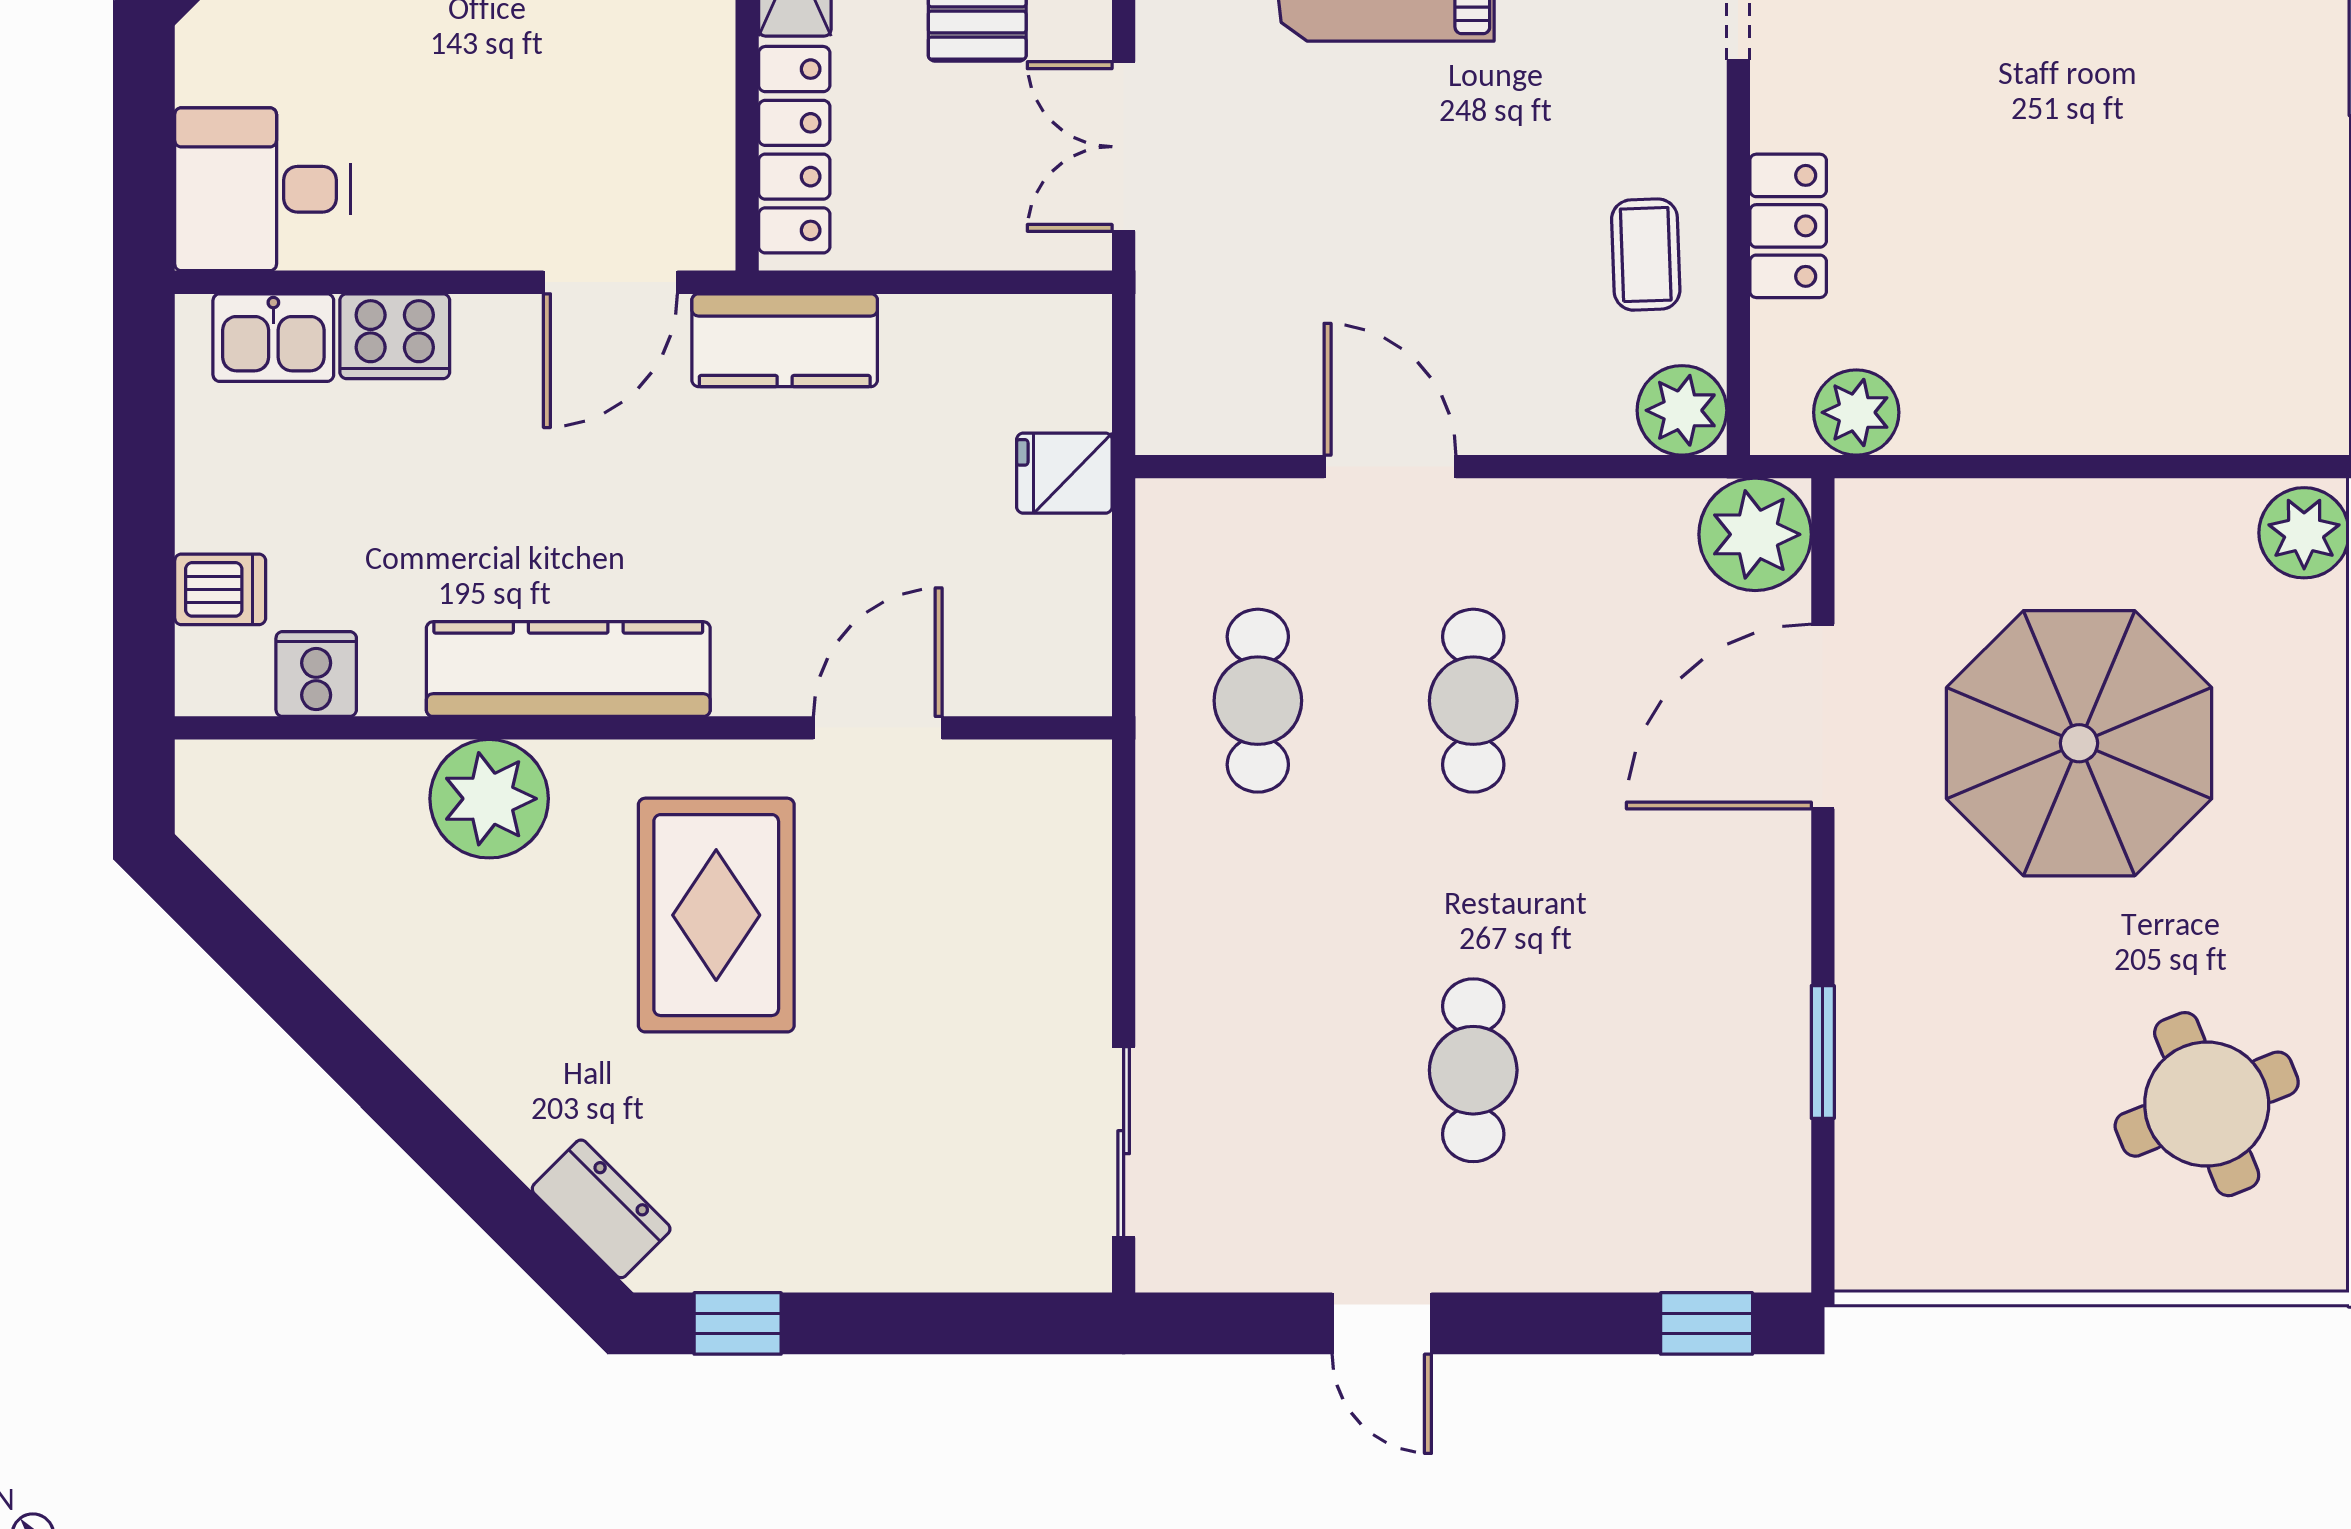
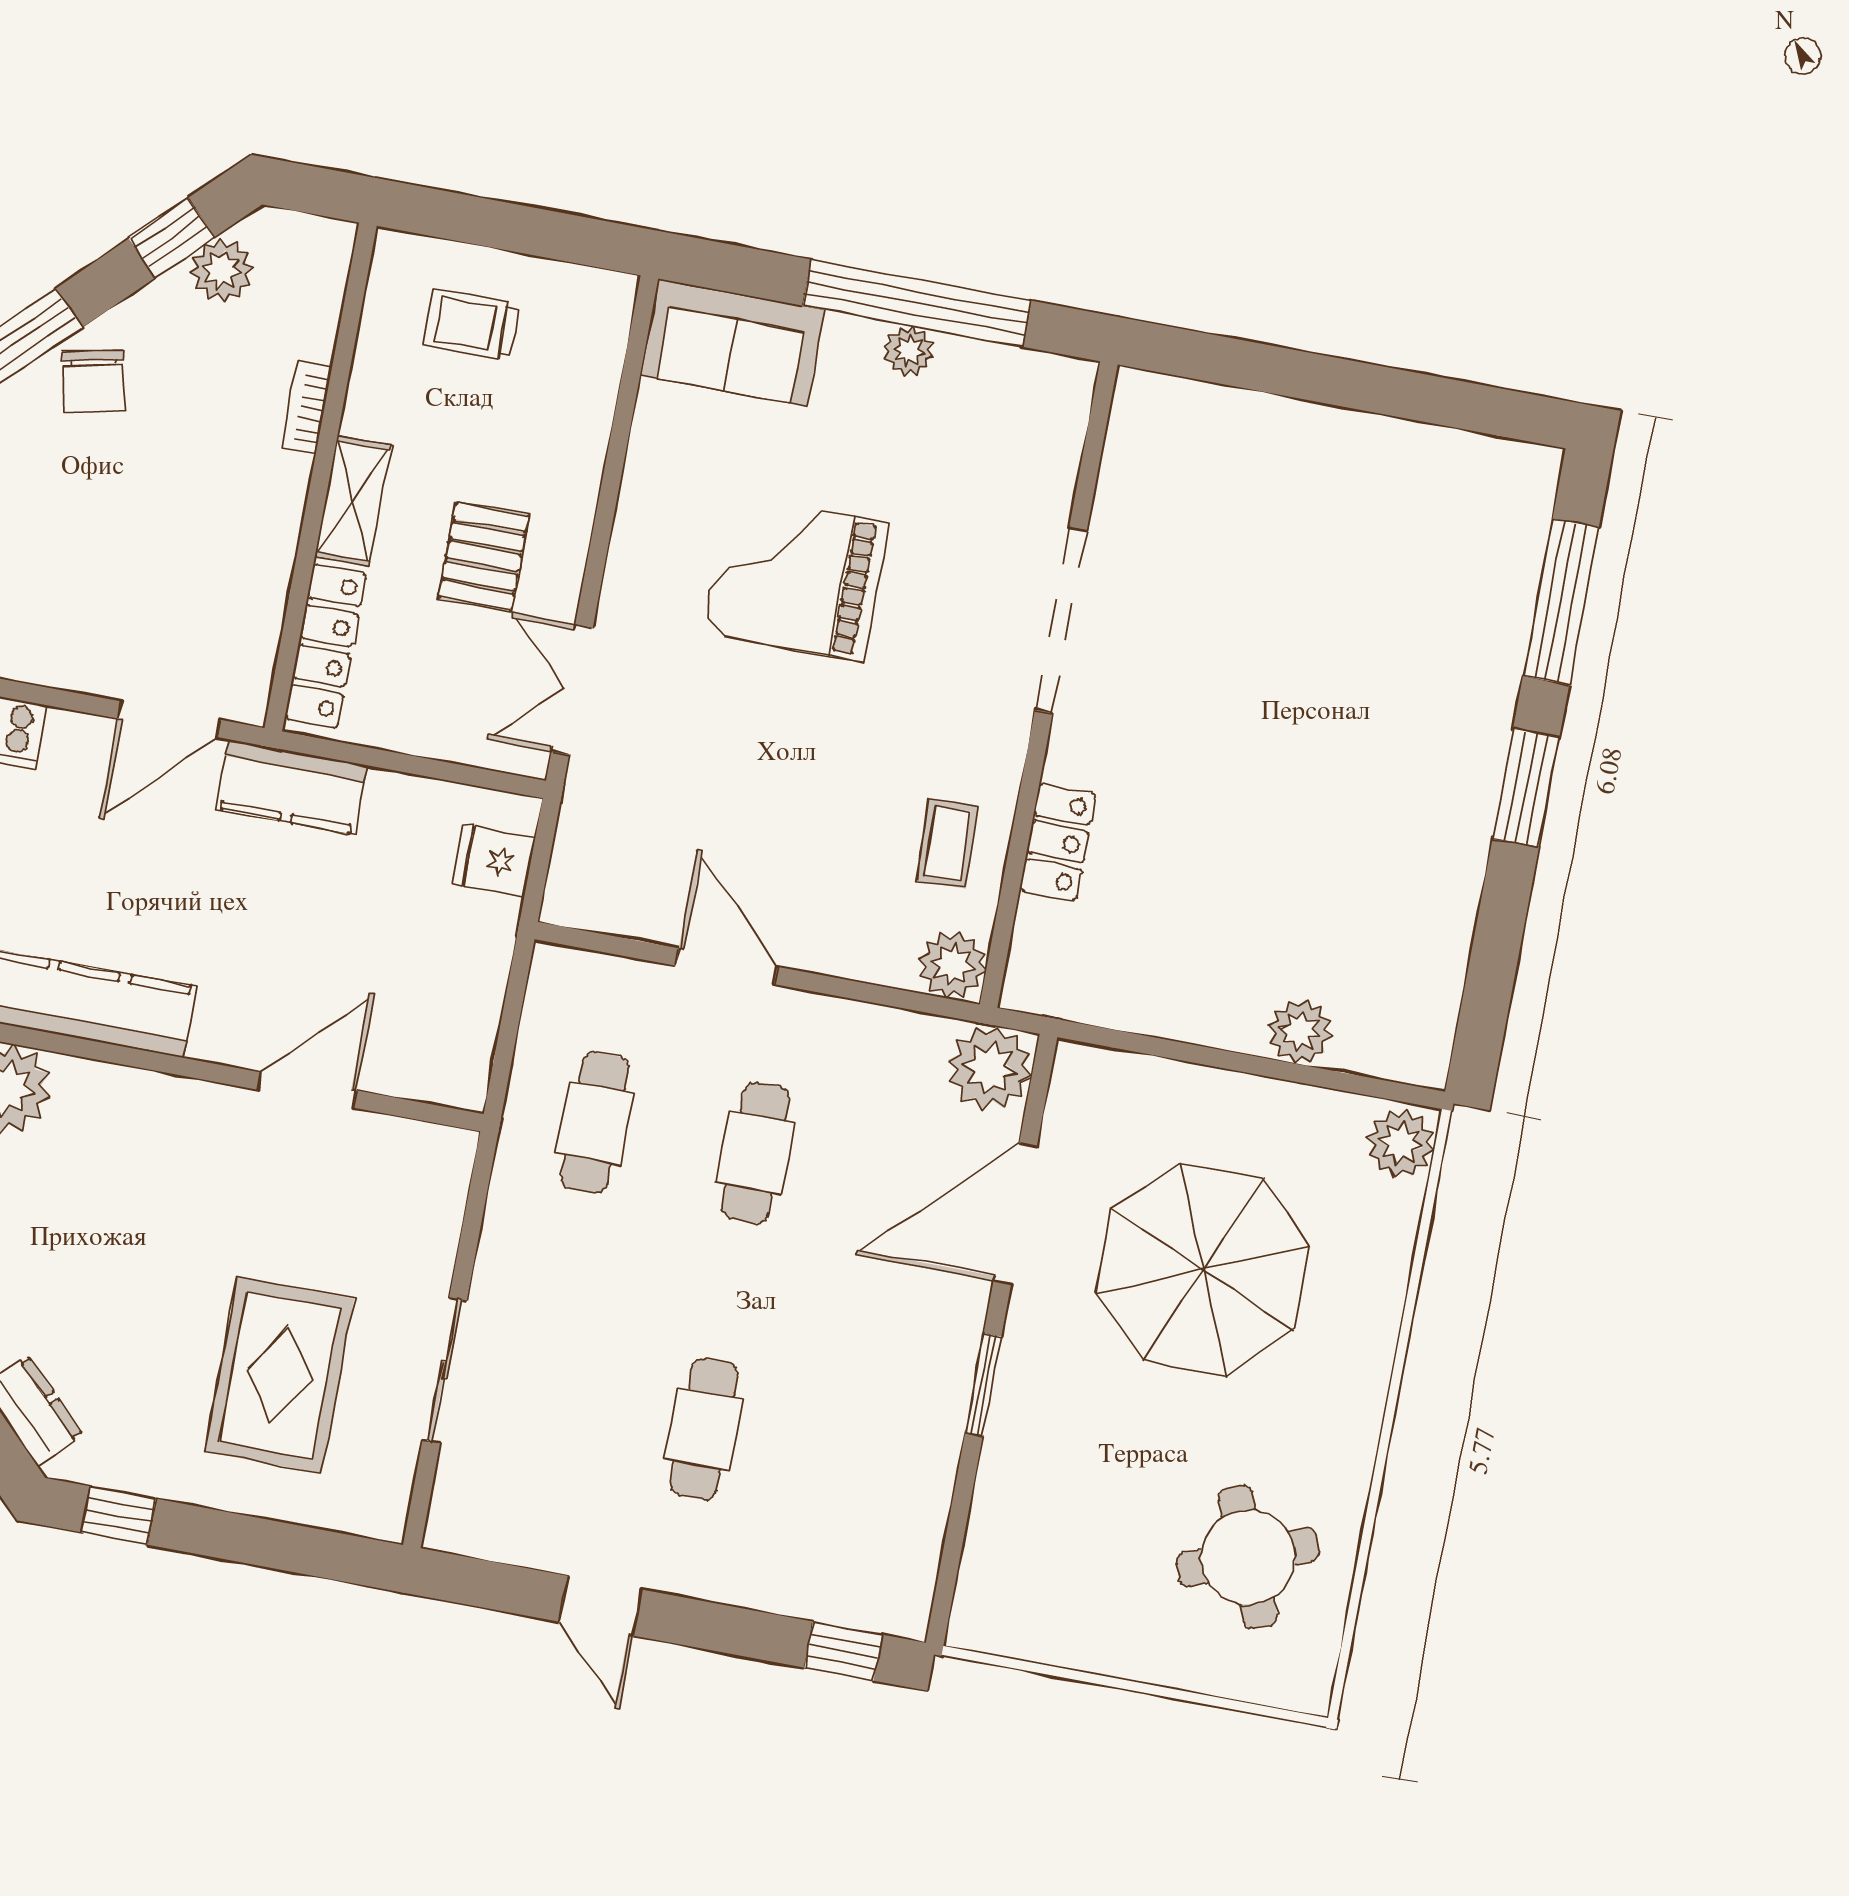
plant: (1856, 412) -> (1300, 1032), moved
fridge: (1064, 473) -> (494, 861), moved
rug: (716, 915) -> (279, 1375), moved
window: (1823, 1052) -> (983, 1384), moved
sliding door: (1124, 1142) -> (445, 1370), moved

